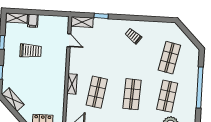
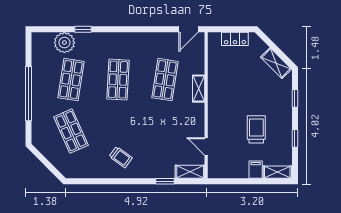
trolley: (31, 51) -> (256, 129), turned 90
shop shelf: (169, 58) -> (71, 131), turned -36

